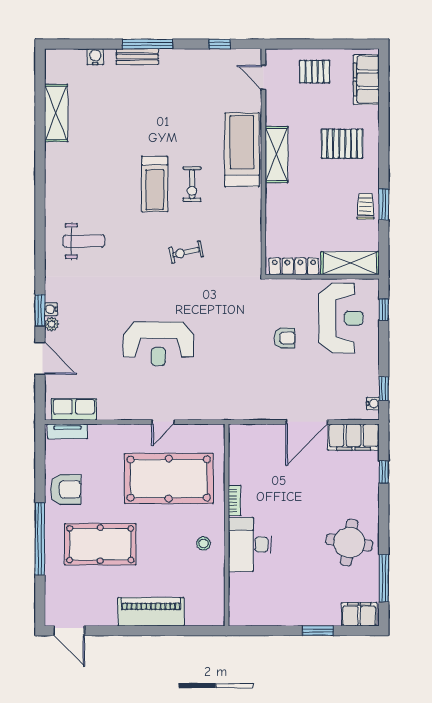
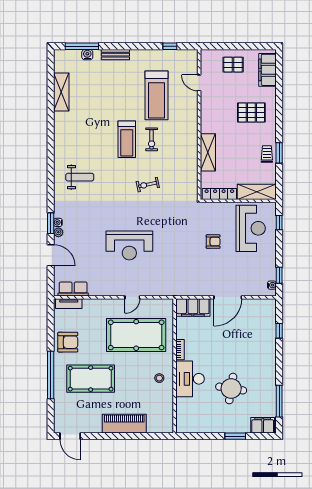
window: (148, 44) -> (82, 46), moved
door: (263, 77) -> (199, 83), moved
treadmill: (242, 150) -> (156, 95), moved, turned 180
shelving: (277, 155) -> (208, 152), moved
filing cabinet: (354, 437) -> (193, 307), moved
round table: (349, 542) -> (231, 389), moved

